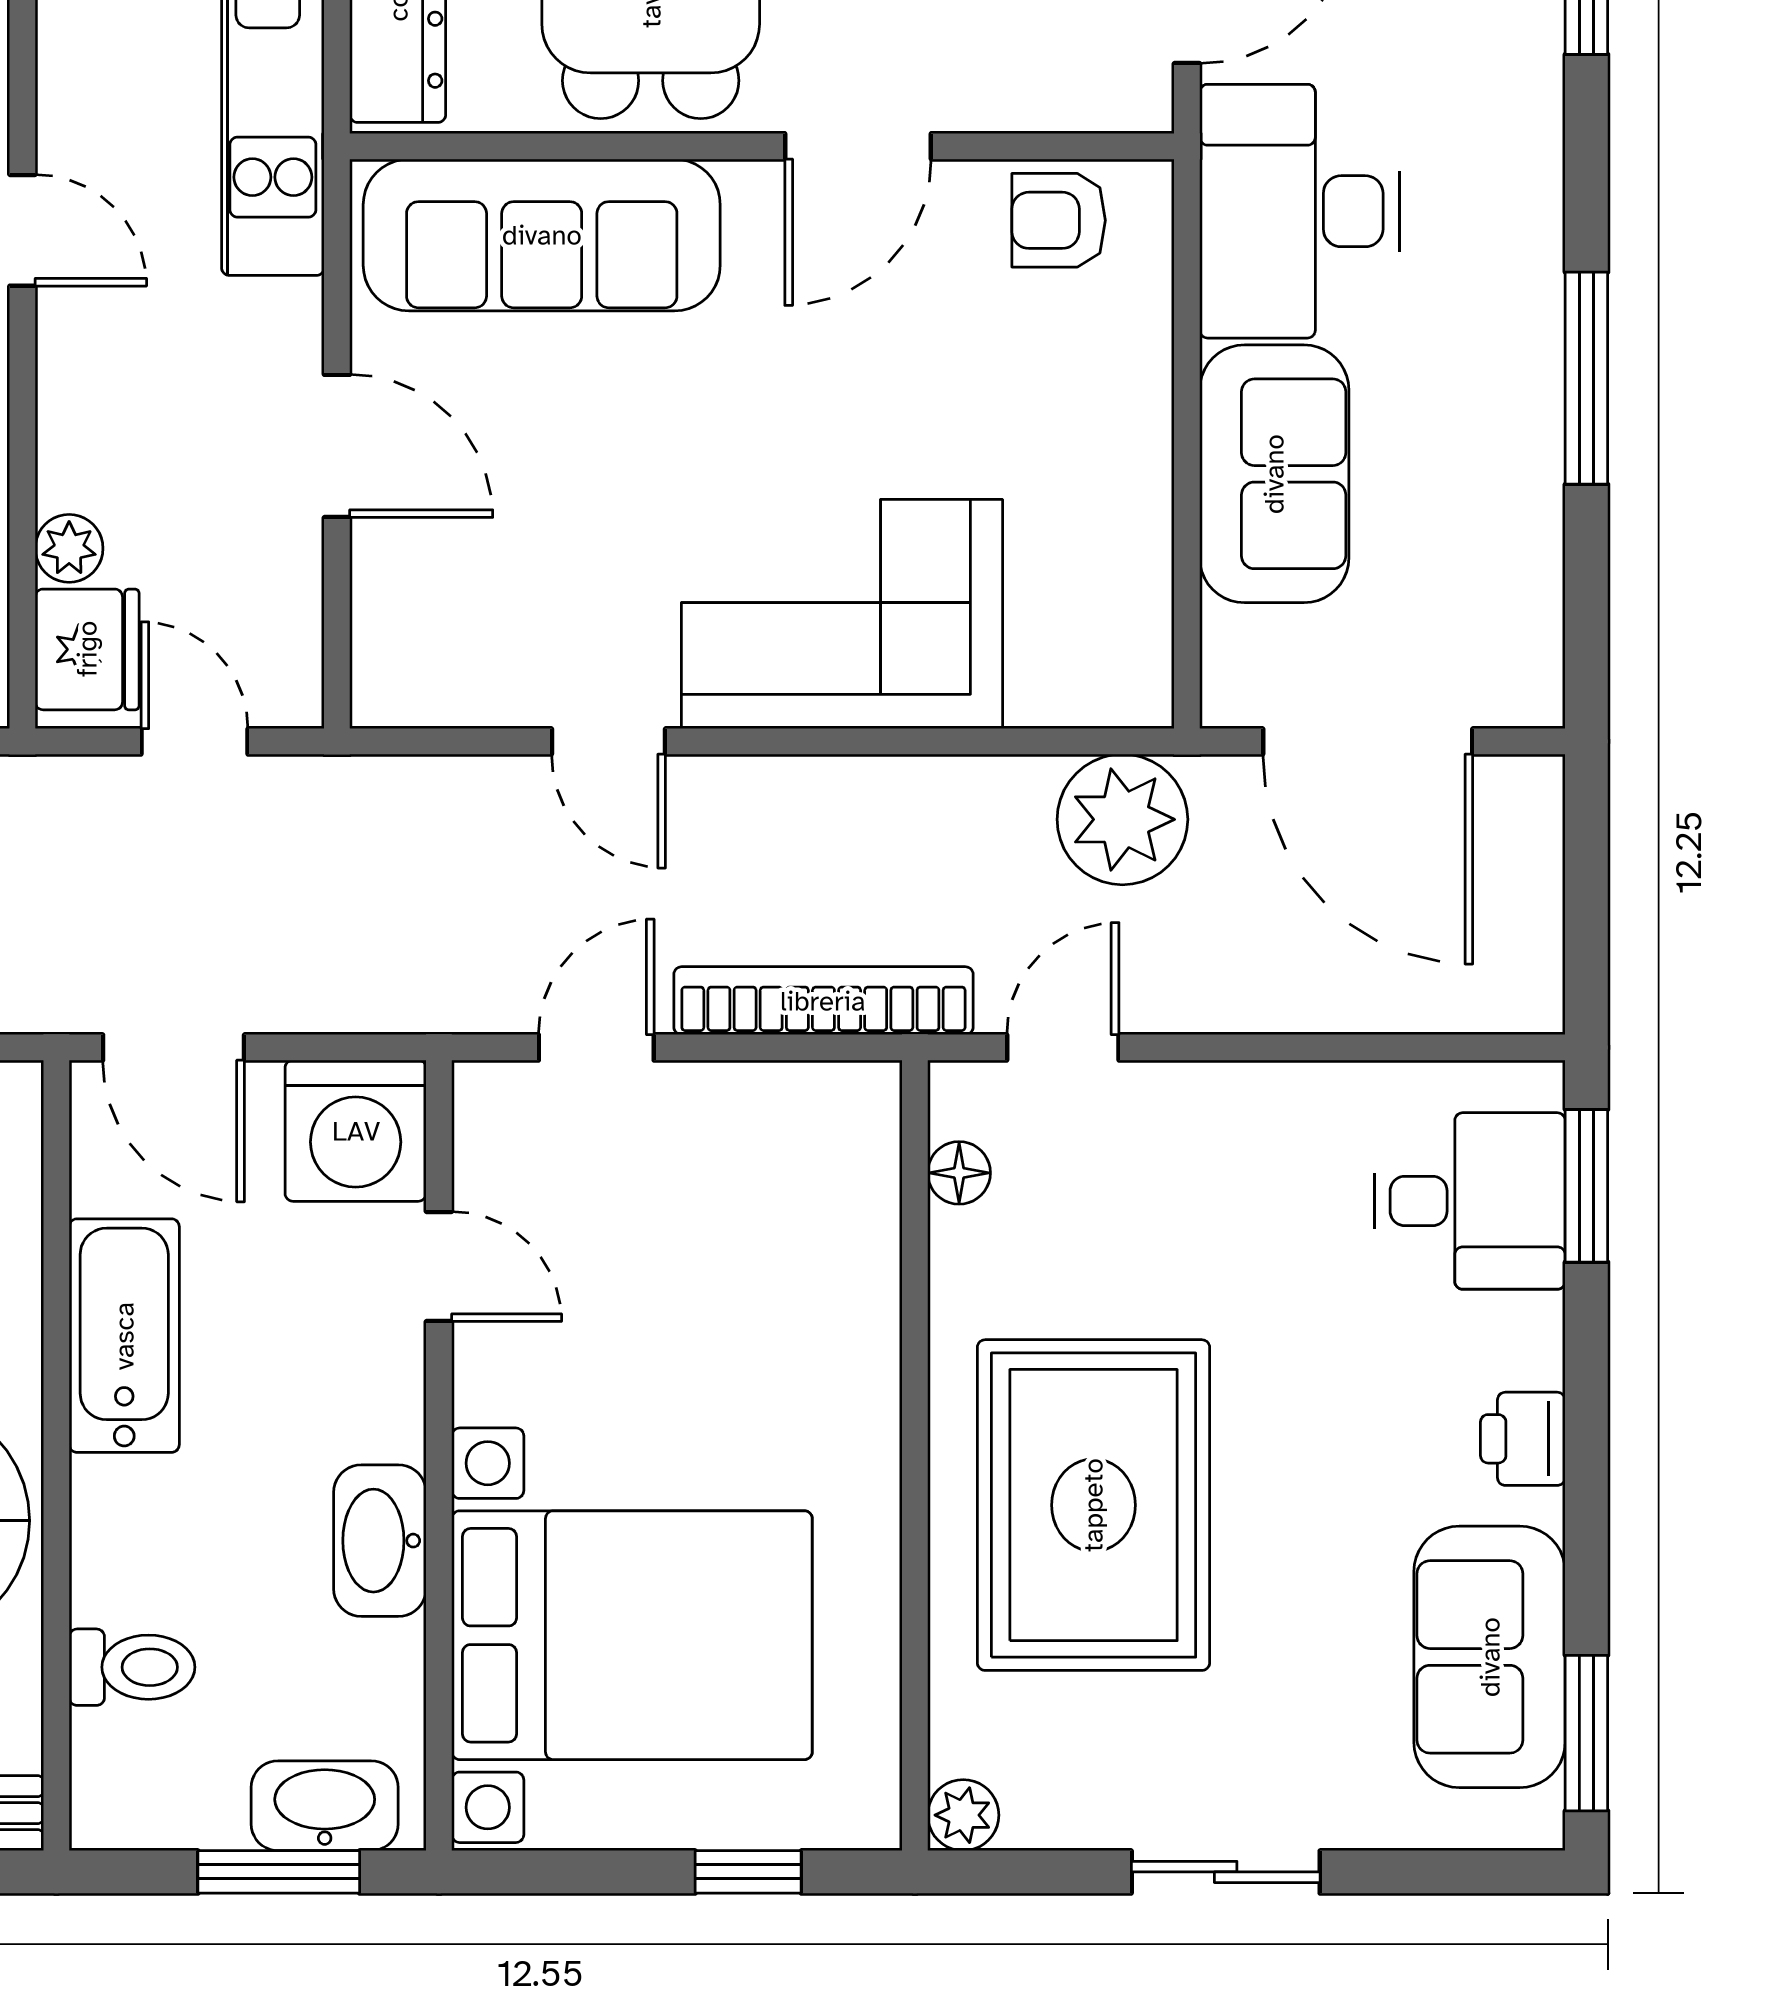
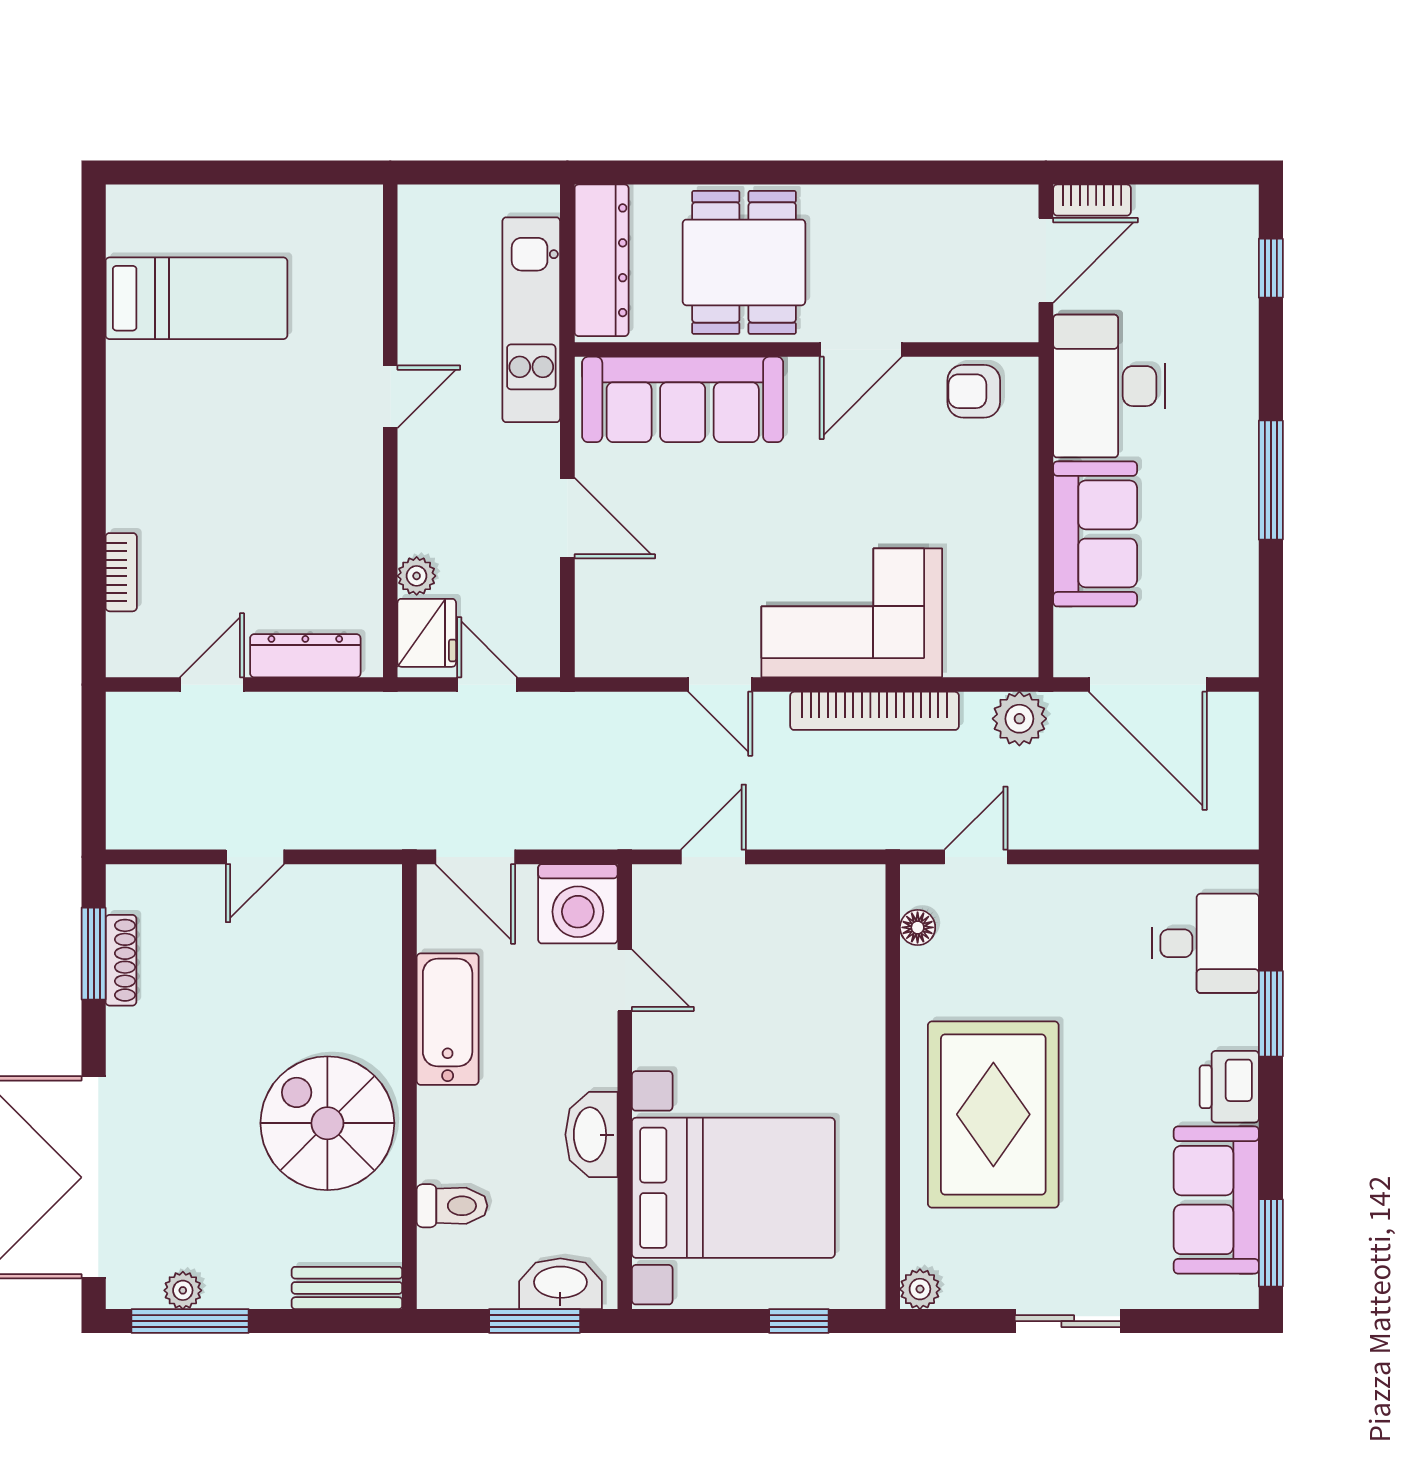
door: (22, 230) -> (390, 397), hinge flipped
plant: (1122, 819) -> (1019, 719), width x0.73, depth x0.73
bookcase: (823, 1001) -> (875, 711), moved, turned 180
window: (1586, 1186) -> (1271, 1014), moved
printer: (1523, 1439) -> (1229, 1087), width x1.36, depth x1.24

